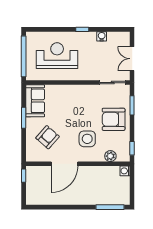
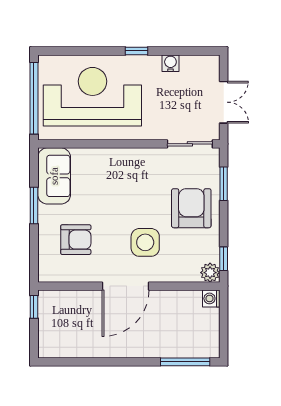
reception desk: (57, 56) -> (92, 97), width x1.36, depth x1.30
double door: (132, 59) -> (224, 102), swing flipped
armchair: (114, 119) -> (191, 208), turned 90
armchair: (48, 137) -> (76, 240), turned 49
plant: (110, 156) -> (210, 273), moved
door: (64, 164) -> (126, 286), moved

